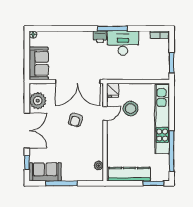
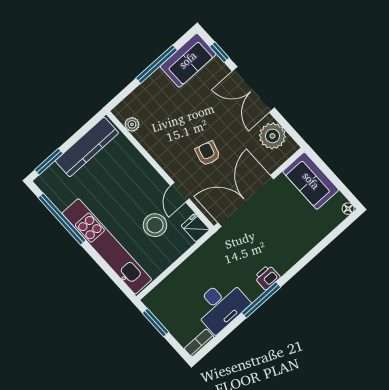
desk: (123, 43) -> (221, 305), moved

